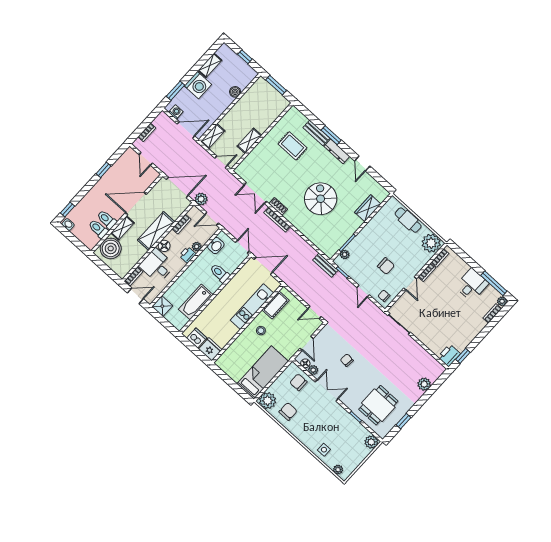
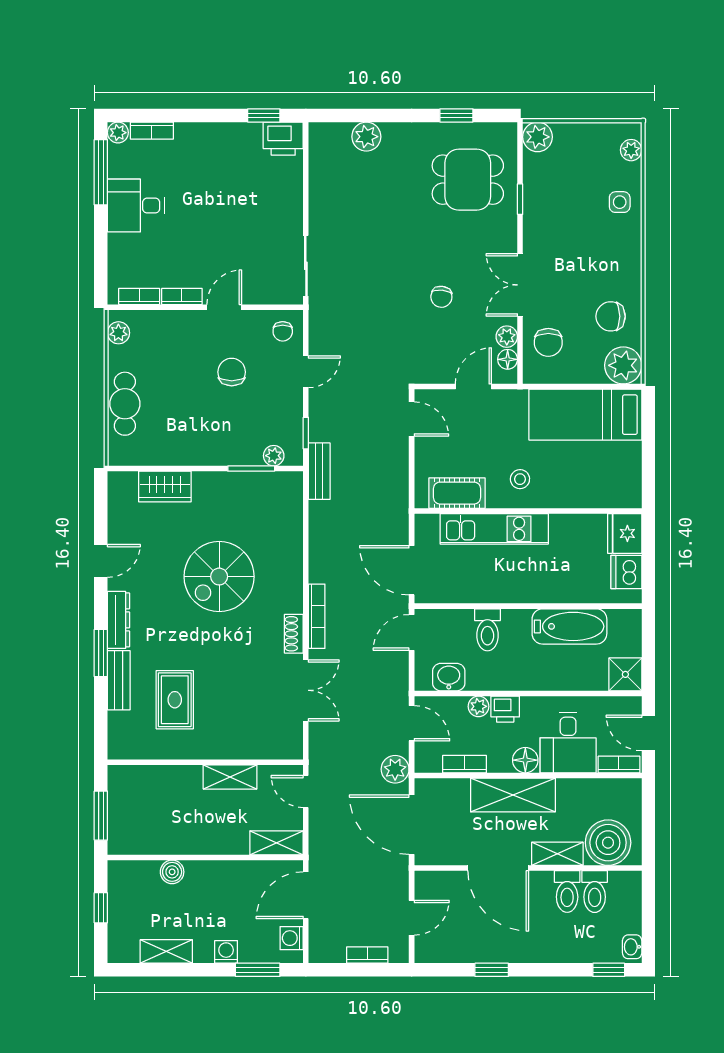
washing machine: (198, 85) -> (226, 952), width x0.53, depth x0.53
door: (186, 130) -> (306, 895), hinge flipped
plant: (431, 243) -> (118, 333), width x0.53, depth x0.53

